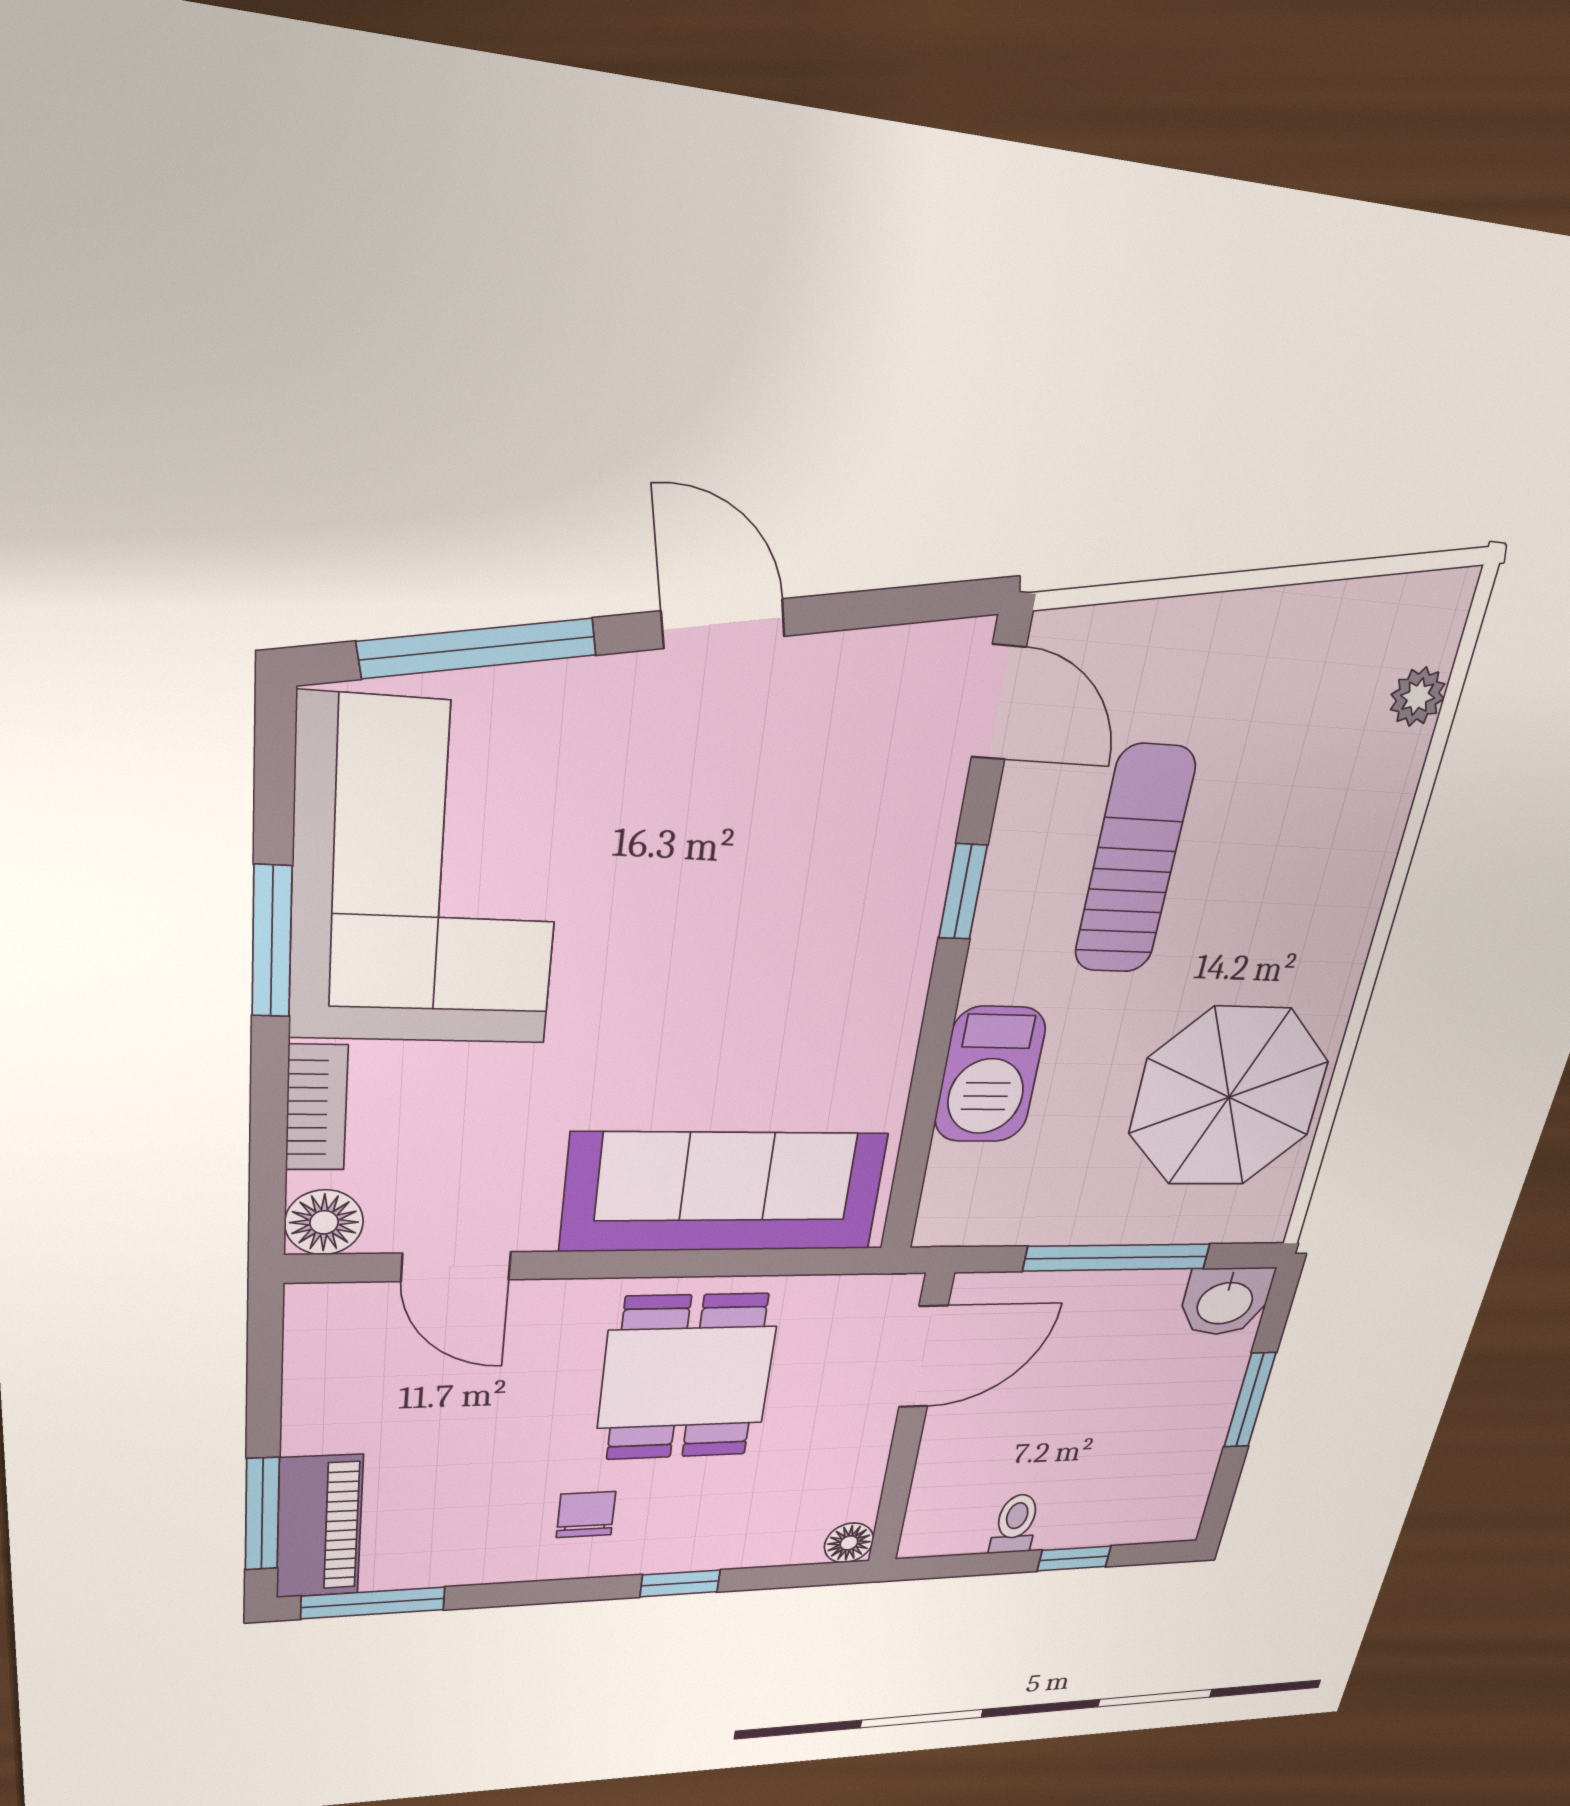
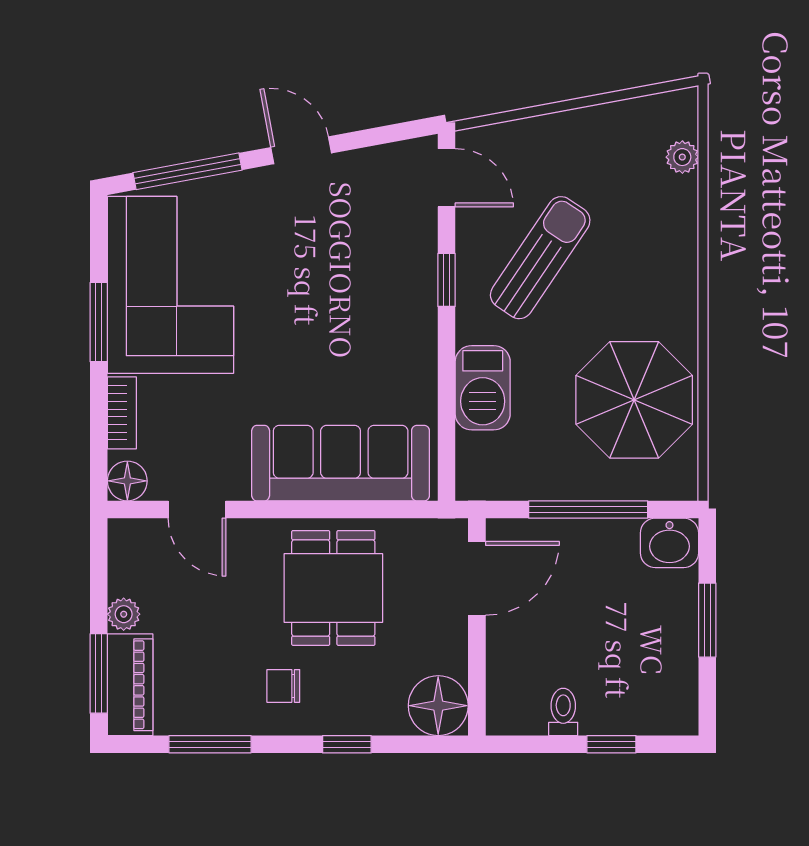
sun lounger: (1134, 861) -> (540, 258), turned 34
plant: (311, 1428) -> (124, 614), added
chair: (586, 1515) -> (283, 686), turned -90
floor lamp: (849, 1543) -> (438, 706), width x1.89, depth x1.89
window: (373, 1603) -> (210, 744), moved

